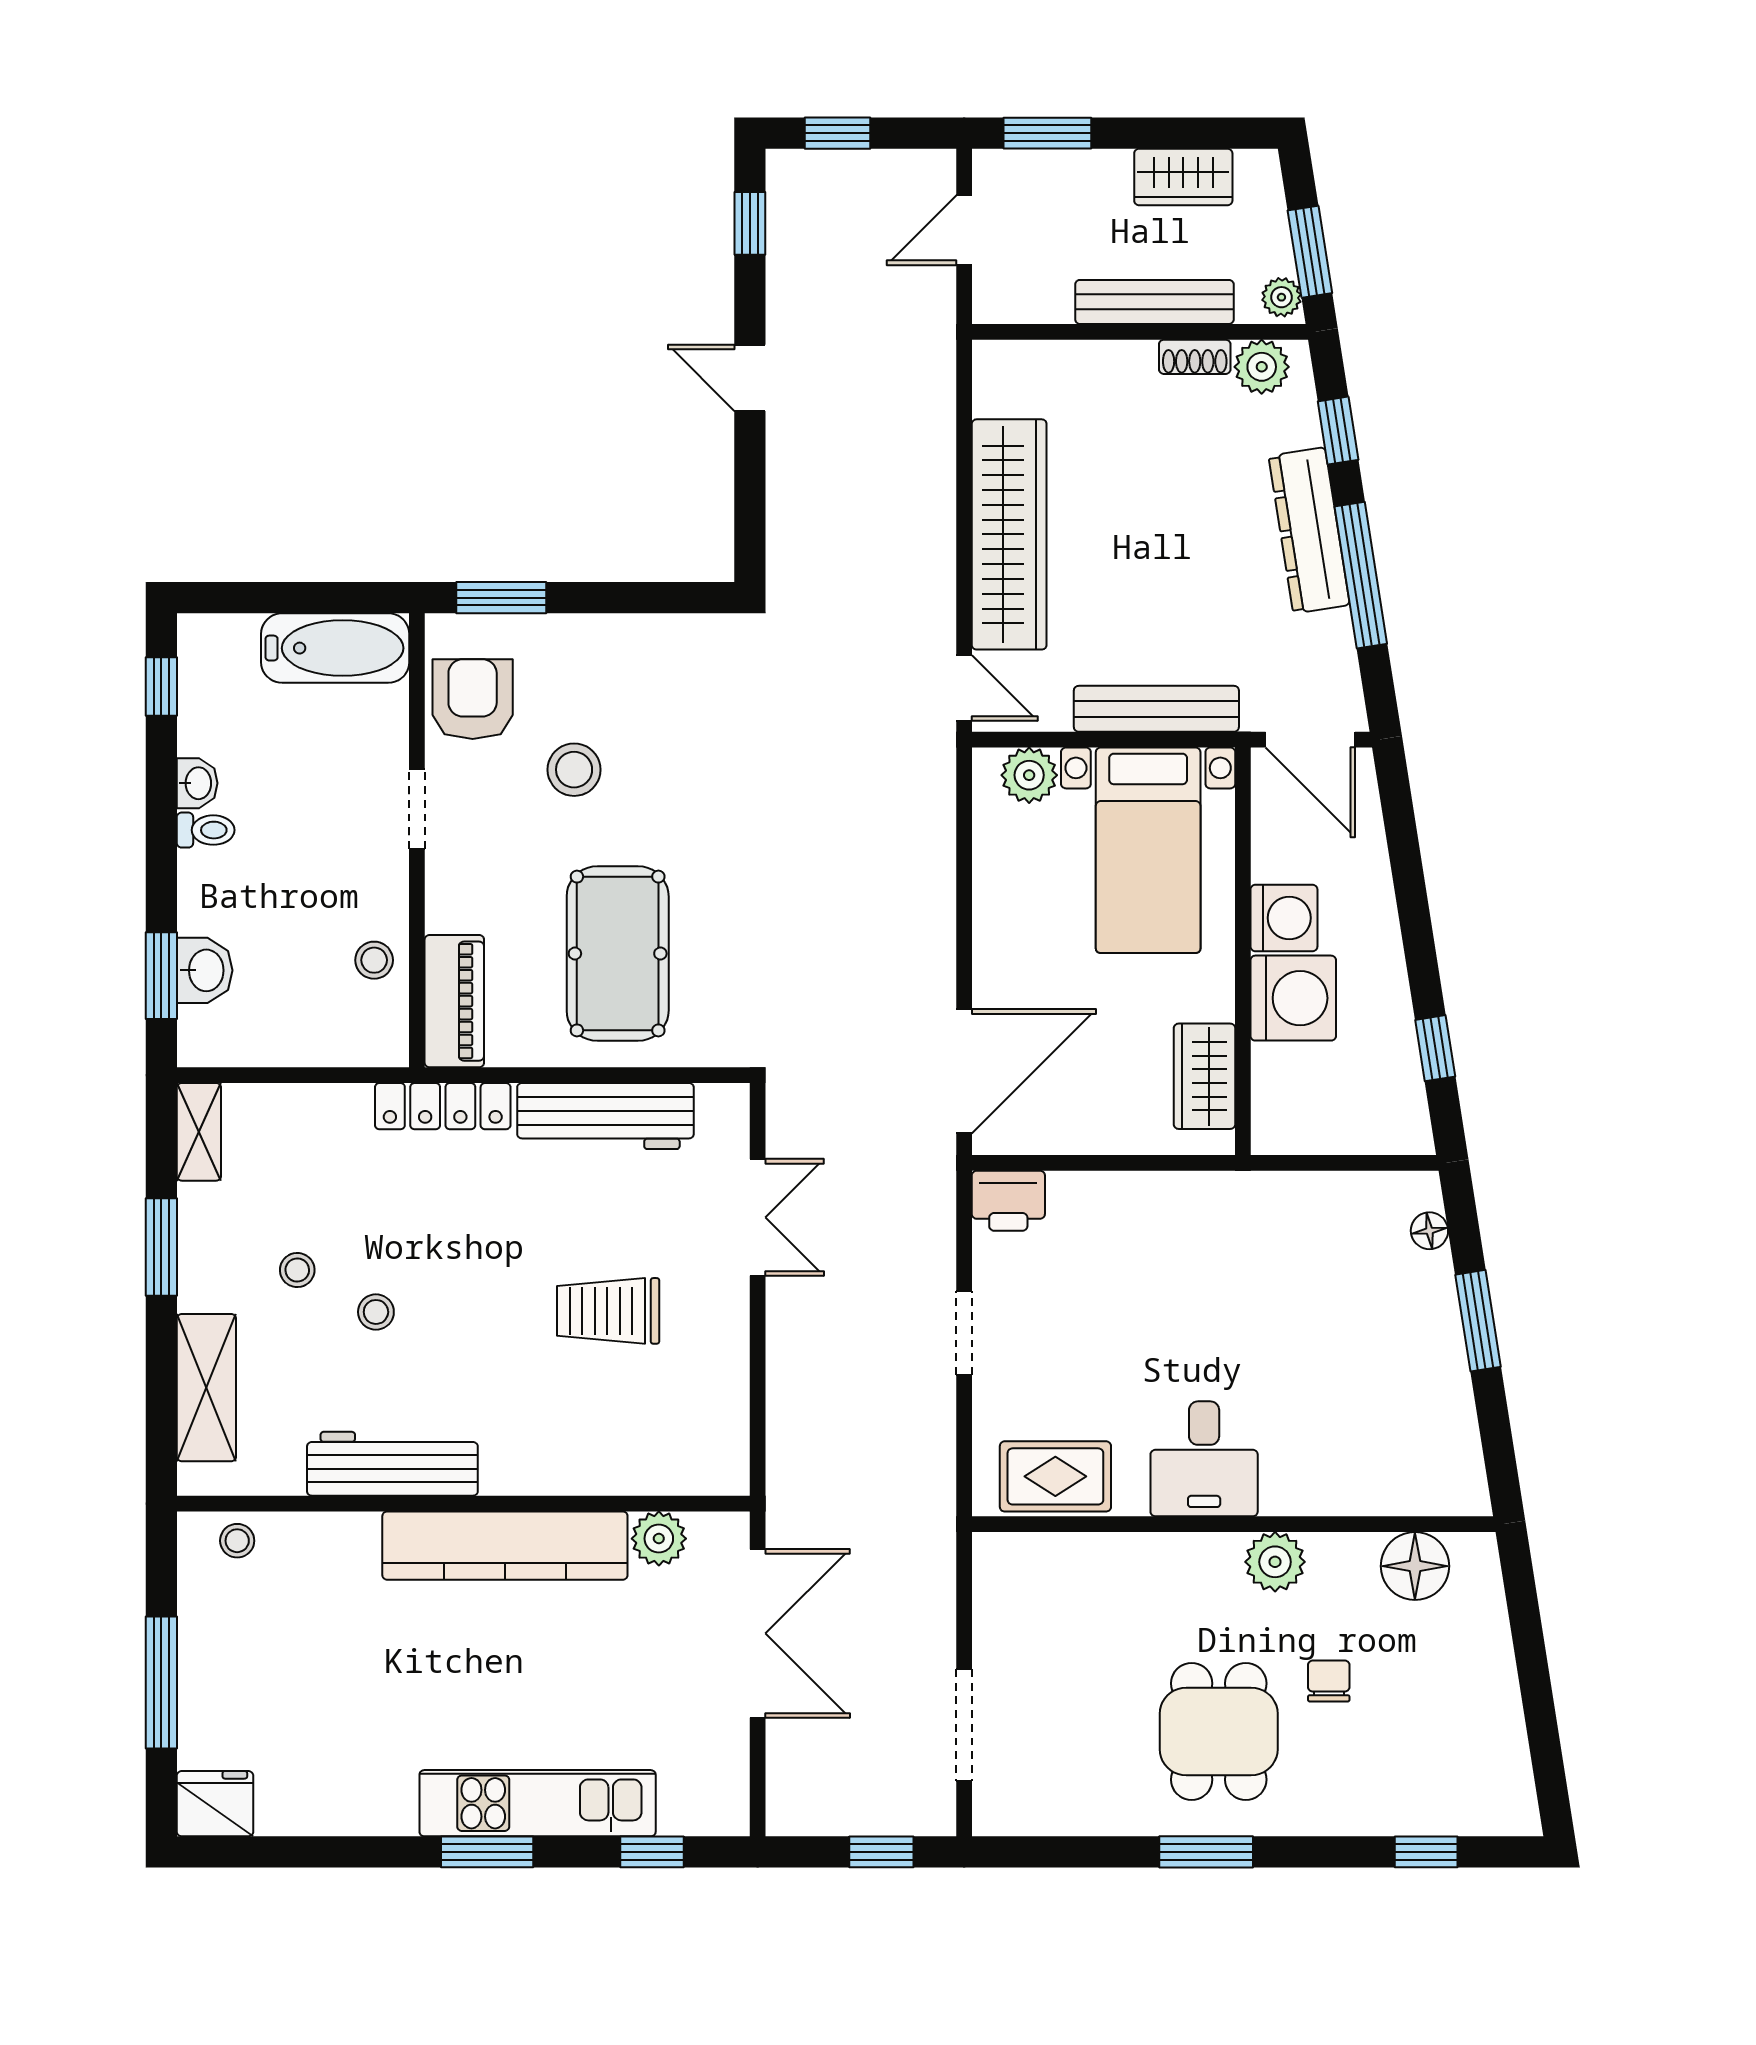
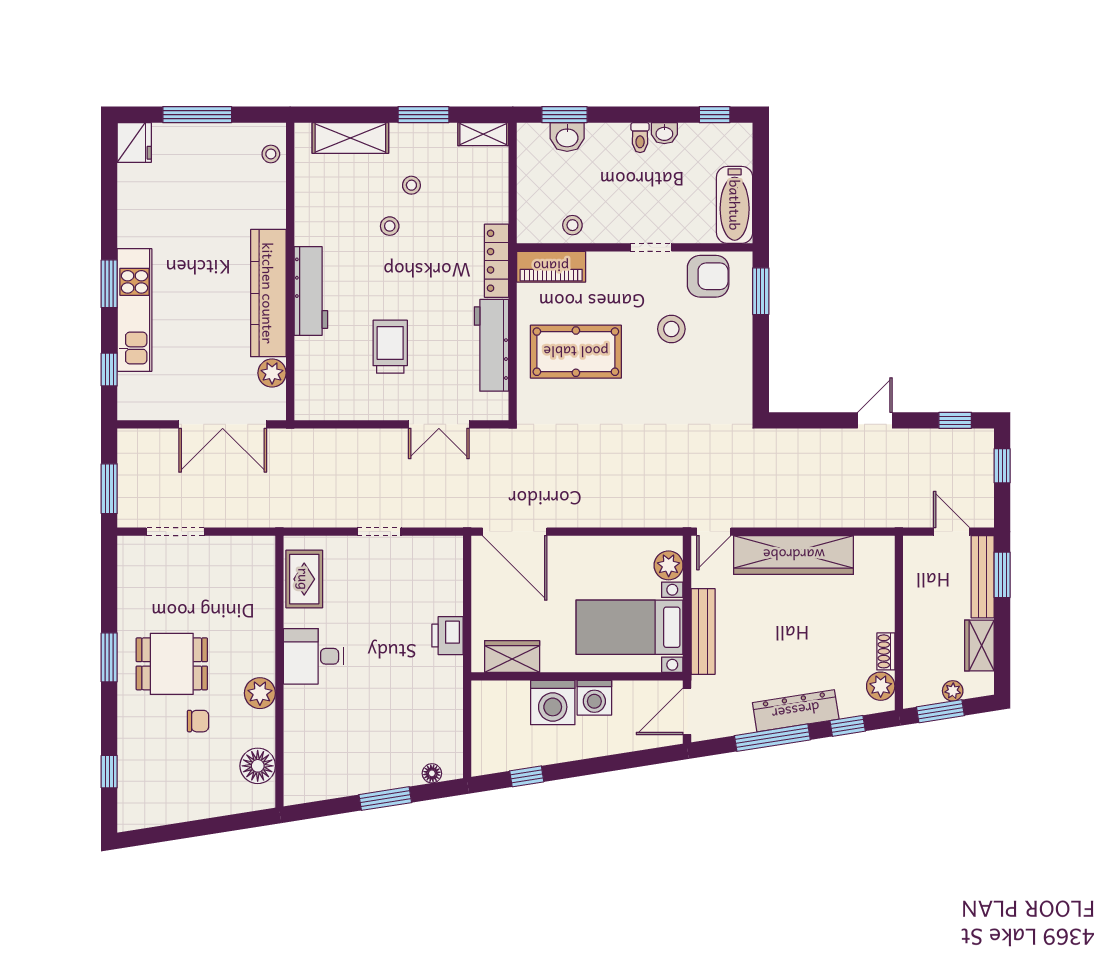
plant: (1281, 297) -> (953, 691), moved
bench: (1154, 302) -> (983, 577), moved
printer: (1008, 1201) -> (447, 636), moved
workbench: (392, 1464) -> (311, 291), moved
window: (881, 1852) -> (109, 489), width x1.50

